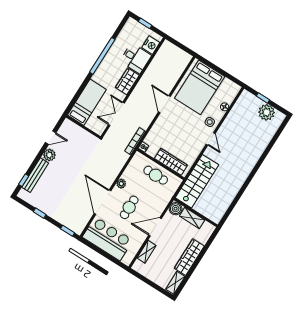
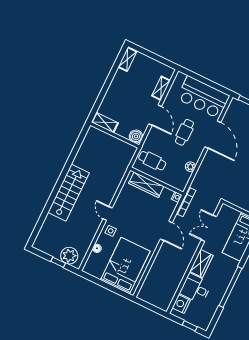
door: (164, 104) -> (166, 231), moved
plant: (267, 112) -> (69, 256), moved
double door: (116, 114) -> (209, 228), swing flipped
cafe table: (156, 175) -> (152, 161), moved
stairs: (197, 181) -> (69, 193), moved, turned 180
plant: (121, 184) -> (190, 167), moved
shelving: (192, 218) -> (105, 123), moved
door: (155, 227) -> (155, 115), hinge flipped
wardrobe: (189, 257) -> (116, 88), removed

